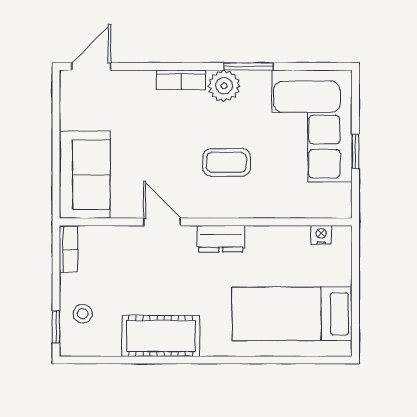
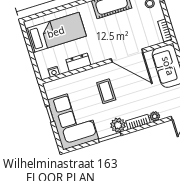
plant: (144, 81) -> (155, 116), added
coffee table: (227, 162) -> (106, 91), turned 90
door: (162, 222) -> (127, 56), width x1.88
dresser: (221, 239) -> (78, 62), moved

